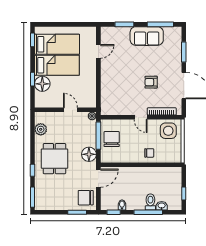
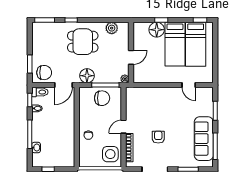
sofa: (147, 36) -> (204, 139), width x1.36
door: (98, 178) -> (63, 85), hinge flipped
chair: (86, 198) -> (44, 73), turned 90
toilet: (150, 202) -> (40, 92), moved

